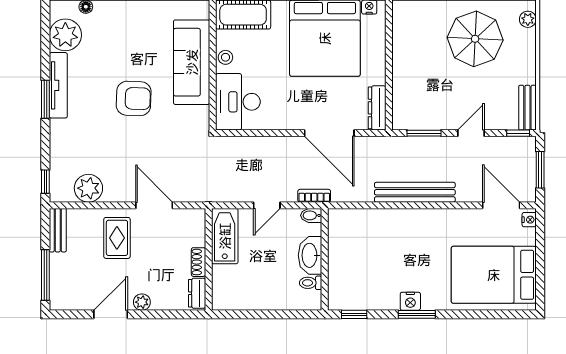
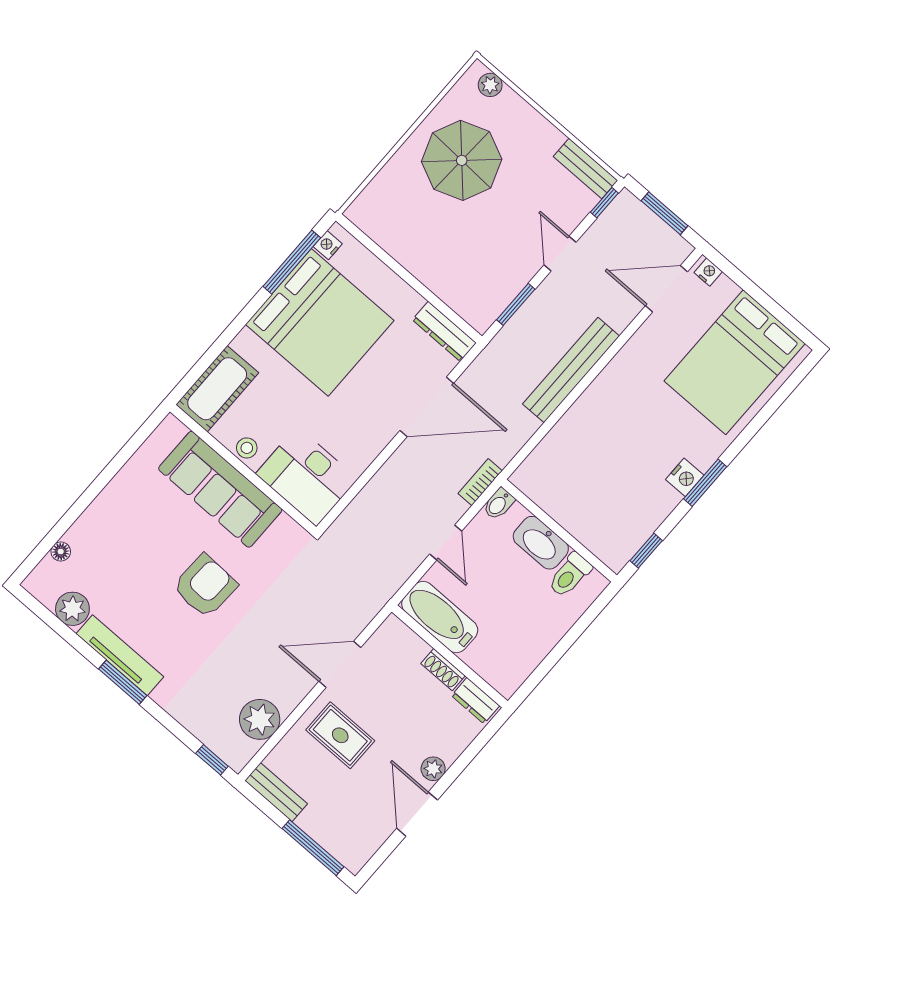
plant: (65, 35) -> (72, 609), width x0.73, depth x0.73
toilet: (311, 283) -> (570, 575), width x1.37, depth x1.39

